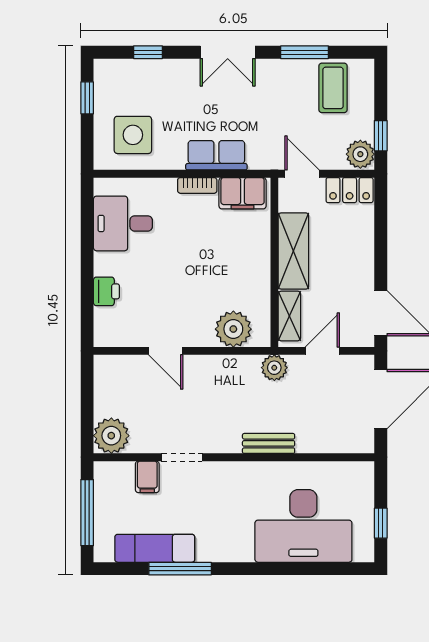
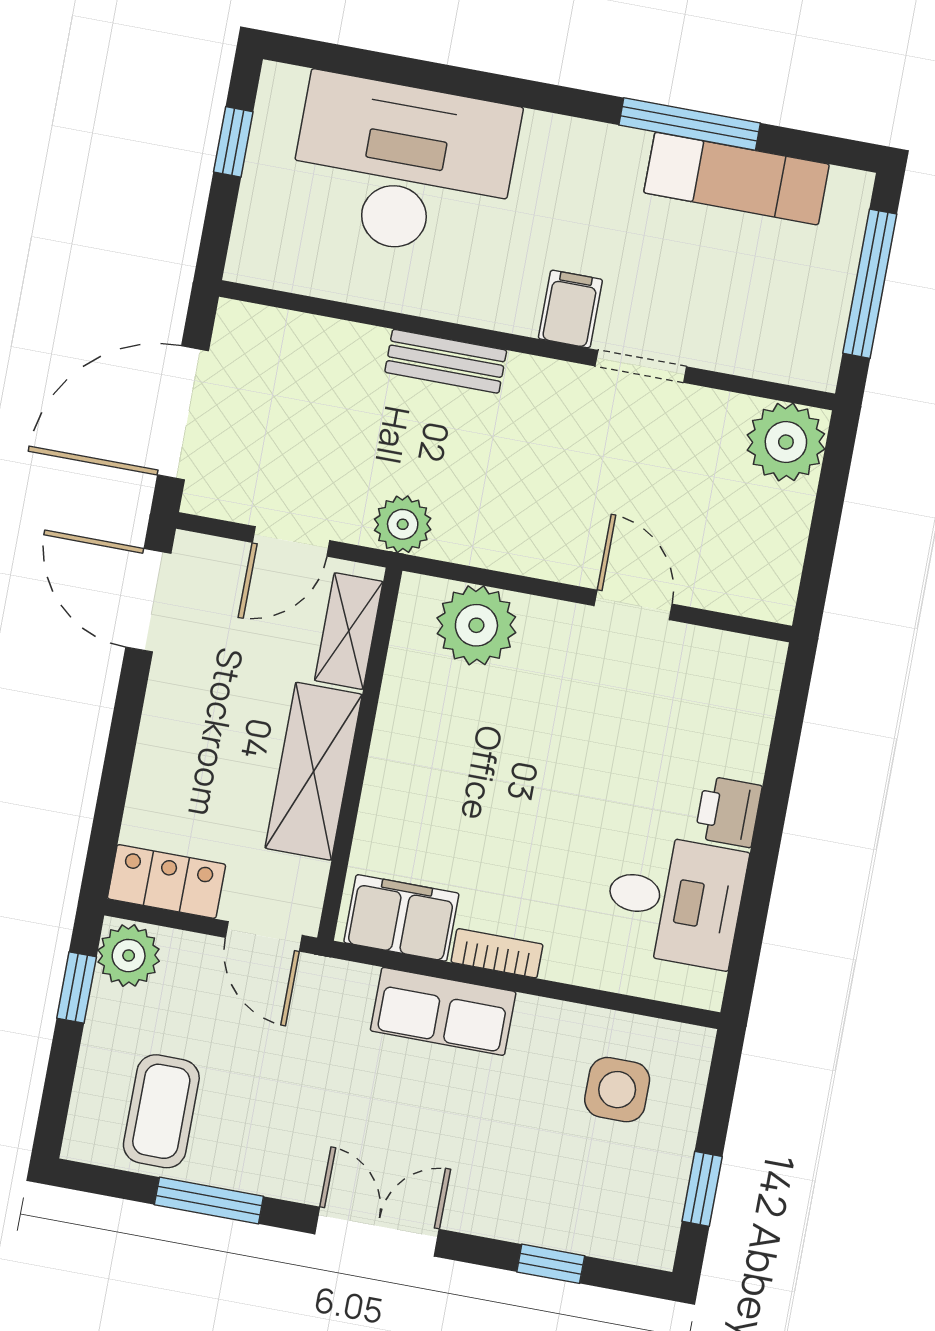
side table: (133, 135) -> (617, 1090), width x0.73, depth x0.73
printer: (106, 291) -> (728, 812), moved
filing cabinet: (147, 477) -> (570, 309), moved

